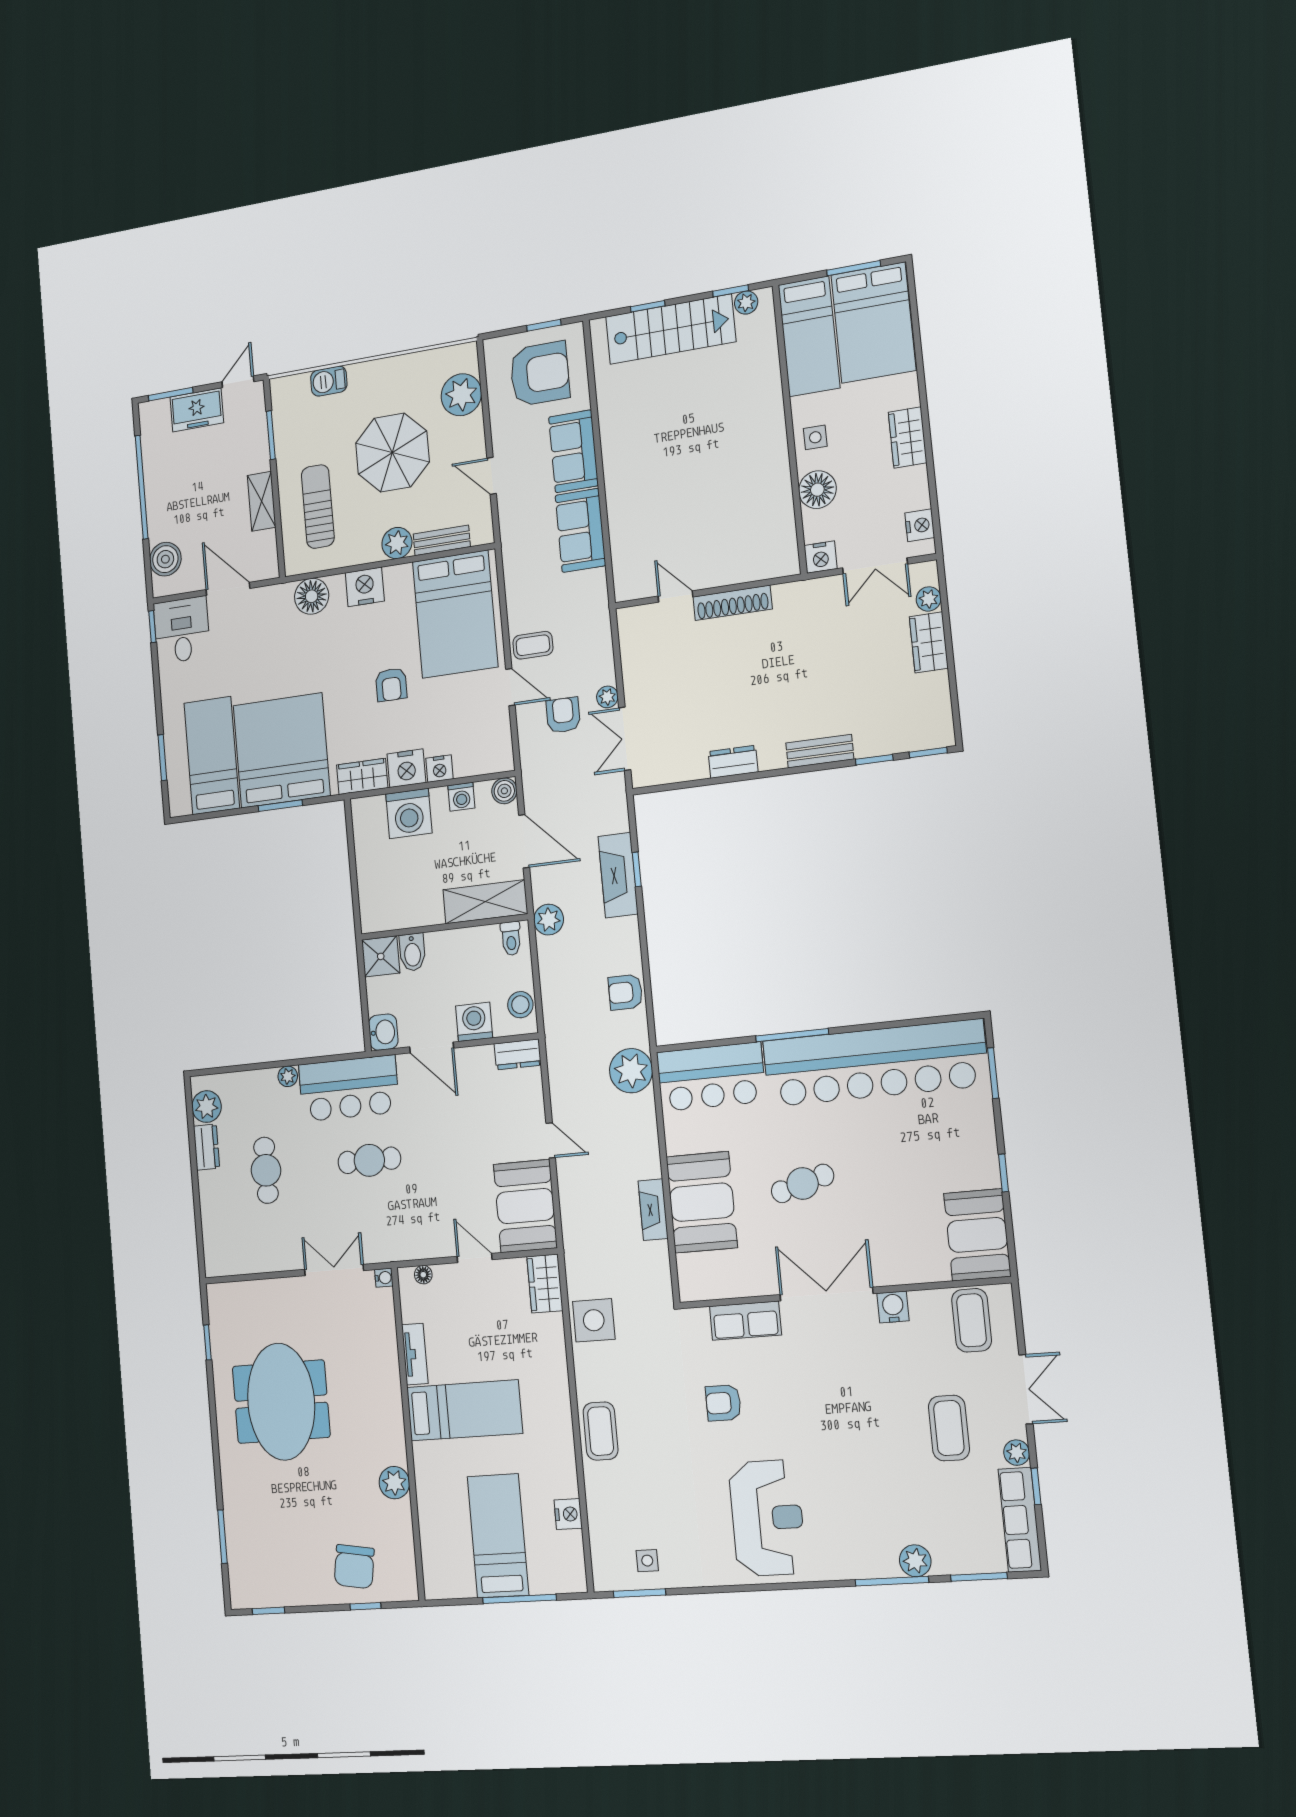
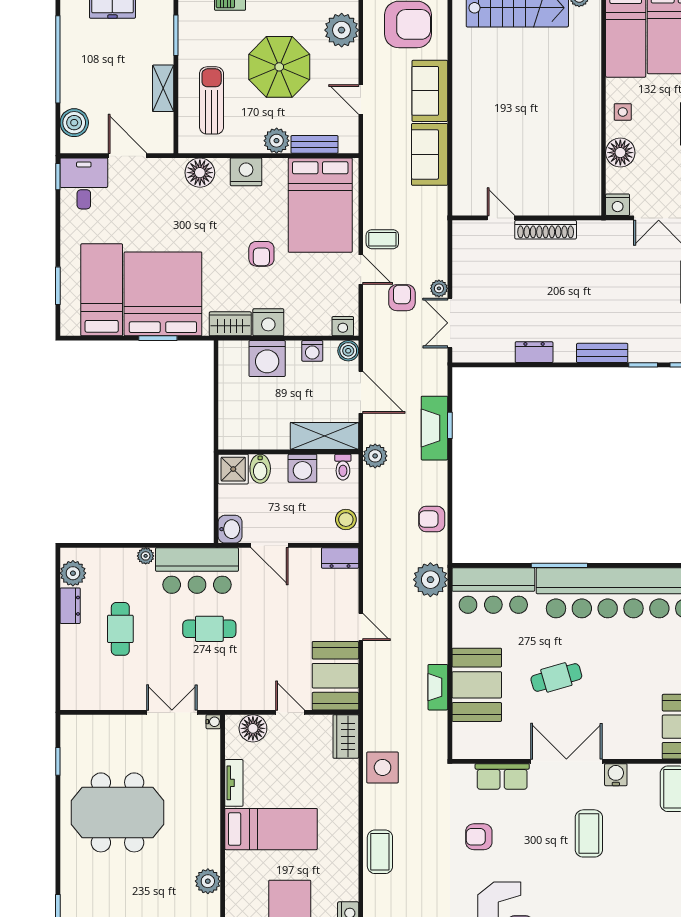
nightstand: (439, 769) -> (343, 326), moved
washing machine: (474, 1022) -> (302, 468), moved, turned 180
floor lamp: (423, 1275) -> (253, 728), width x1.89, depth x1.89
meeting table: (281, 1402) -> (118, 812), turned 90
coffee table: (949, 1428) -> (589, 833), moved

